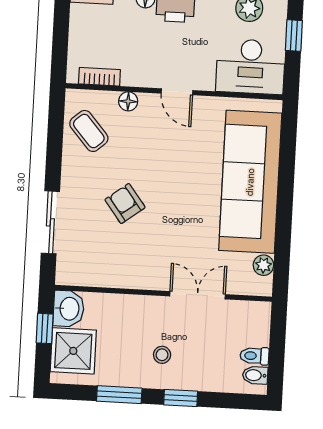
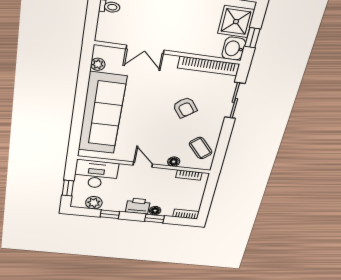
bookcase: (101, 277) -> (208, 66), added
stool: (162, 355) -> (175, 13), removed

